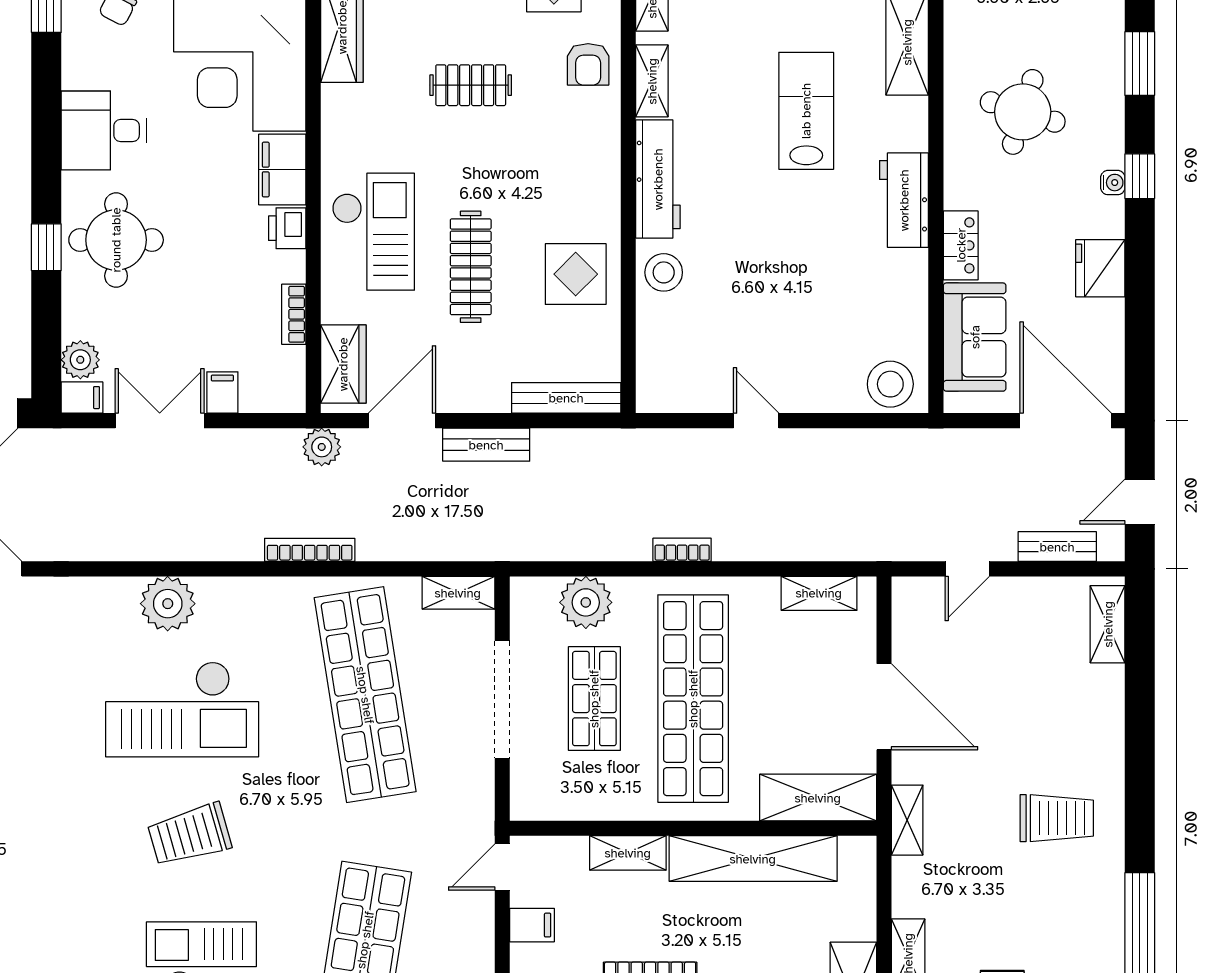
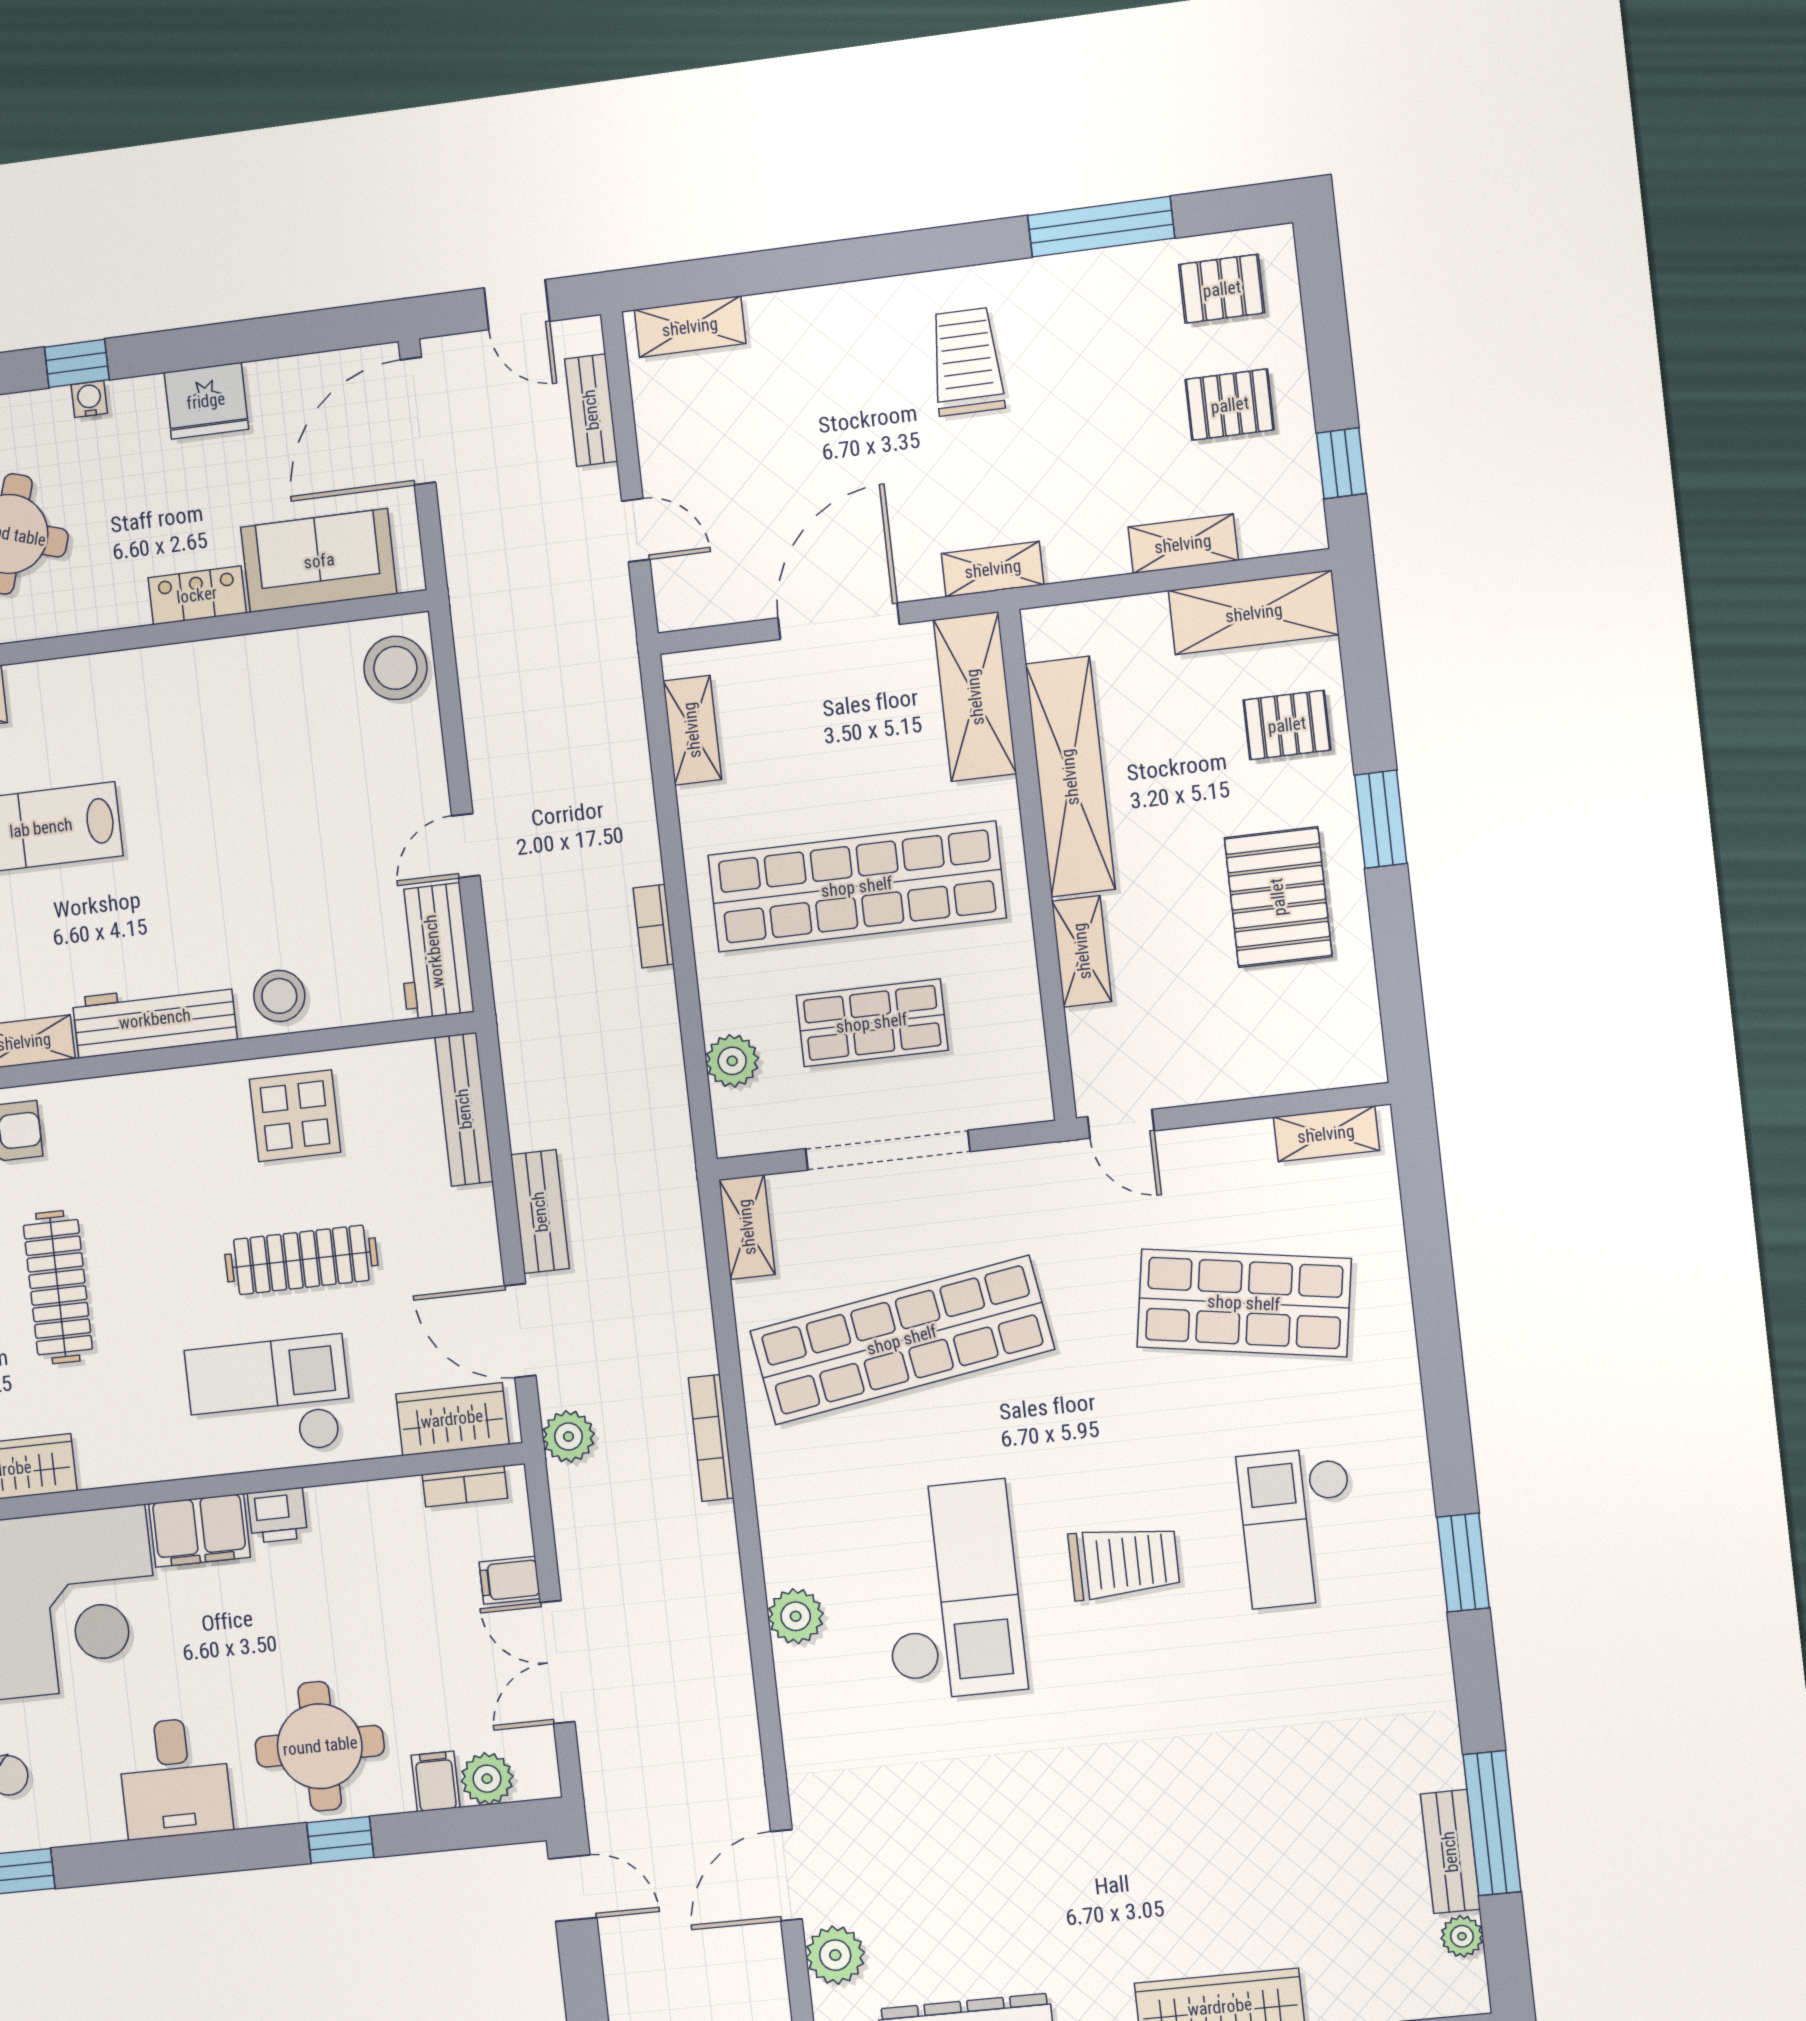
clothes rail: (471, 85) -> (58, 1287), width x1.36
workbench: (904, 200) -> (434, 951), moved, turned 90
bookcase: (294, 314) -> (465, 1486), moved
filing cabinet: (82, 398) -> (436, 1781), moved
plant: (586, 602) -> (732, 1061), width x0.73, depth x0.73
plant: (168, 604) -> (796, 1616), width x0.73, depth x0.73
trolley: (190, 835) -> (1124, 1562), turned -74
filing cabinet: (532, 925) -> (1198, 1073), removed

